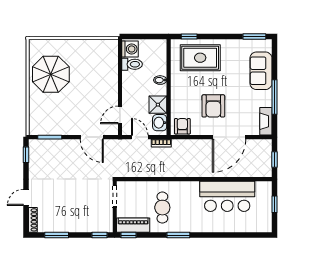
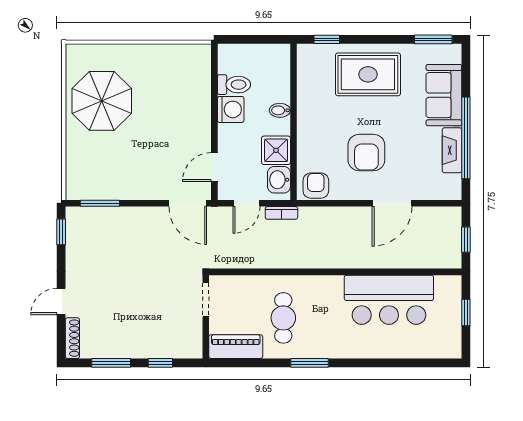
washing machine: (130, 49) -> (231, 109), moved
rug: (200, 58) -> (368, 74), moved
window: (274, 97) -> (466, 138), width x1.46
fireplace: (266, 121) -> (452, 150), moved
door: (92, 137) -> (188, 203), moved
door: (140, 137) -> (246, 203), swing flipped
door: (229, 137) -> (392, 203), width x0.73
window: (100, 235) -> (160, 363), moved
window: (128, 235) -> (228, 363), removed

